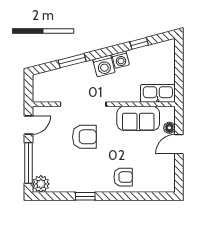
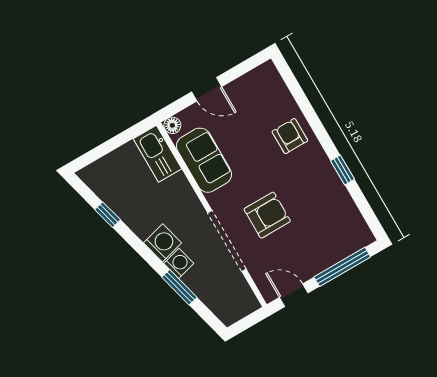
washing machine: (121, 60) -> (179, 263), moved
floor lamp: (169, 128) -> (172, 125), moved
armchair: (84, 137) -> (267, 215), turned 90
plant: (41, 184) -> (360, 236), removed

